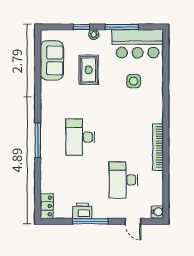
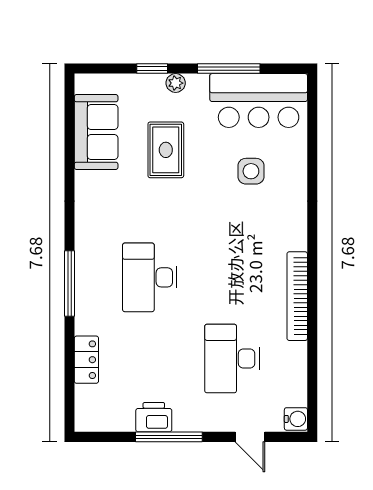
locker: (47, 206) -> (86, 360), moved

